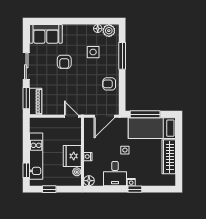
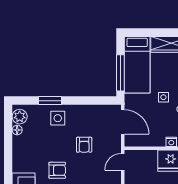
side table: (93, 52) -> (58, 118), moved
window: (122, 56) -> (50, 101), width x0.69
armchair: (109, 84) -> (84, 145), moved

